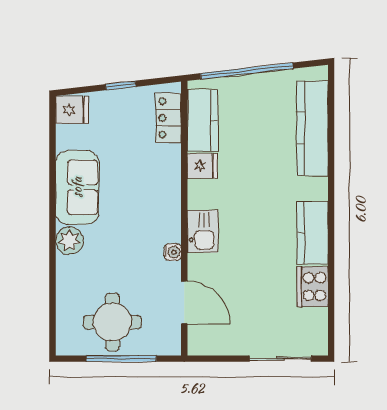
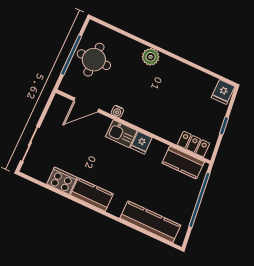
fridge: (202, 166) -> (141, 143), moved
sofa: (77, 187) -> (178, 75), removed

